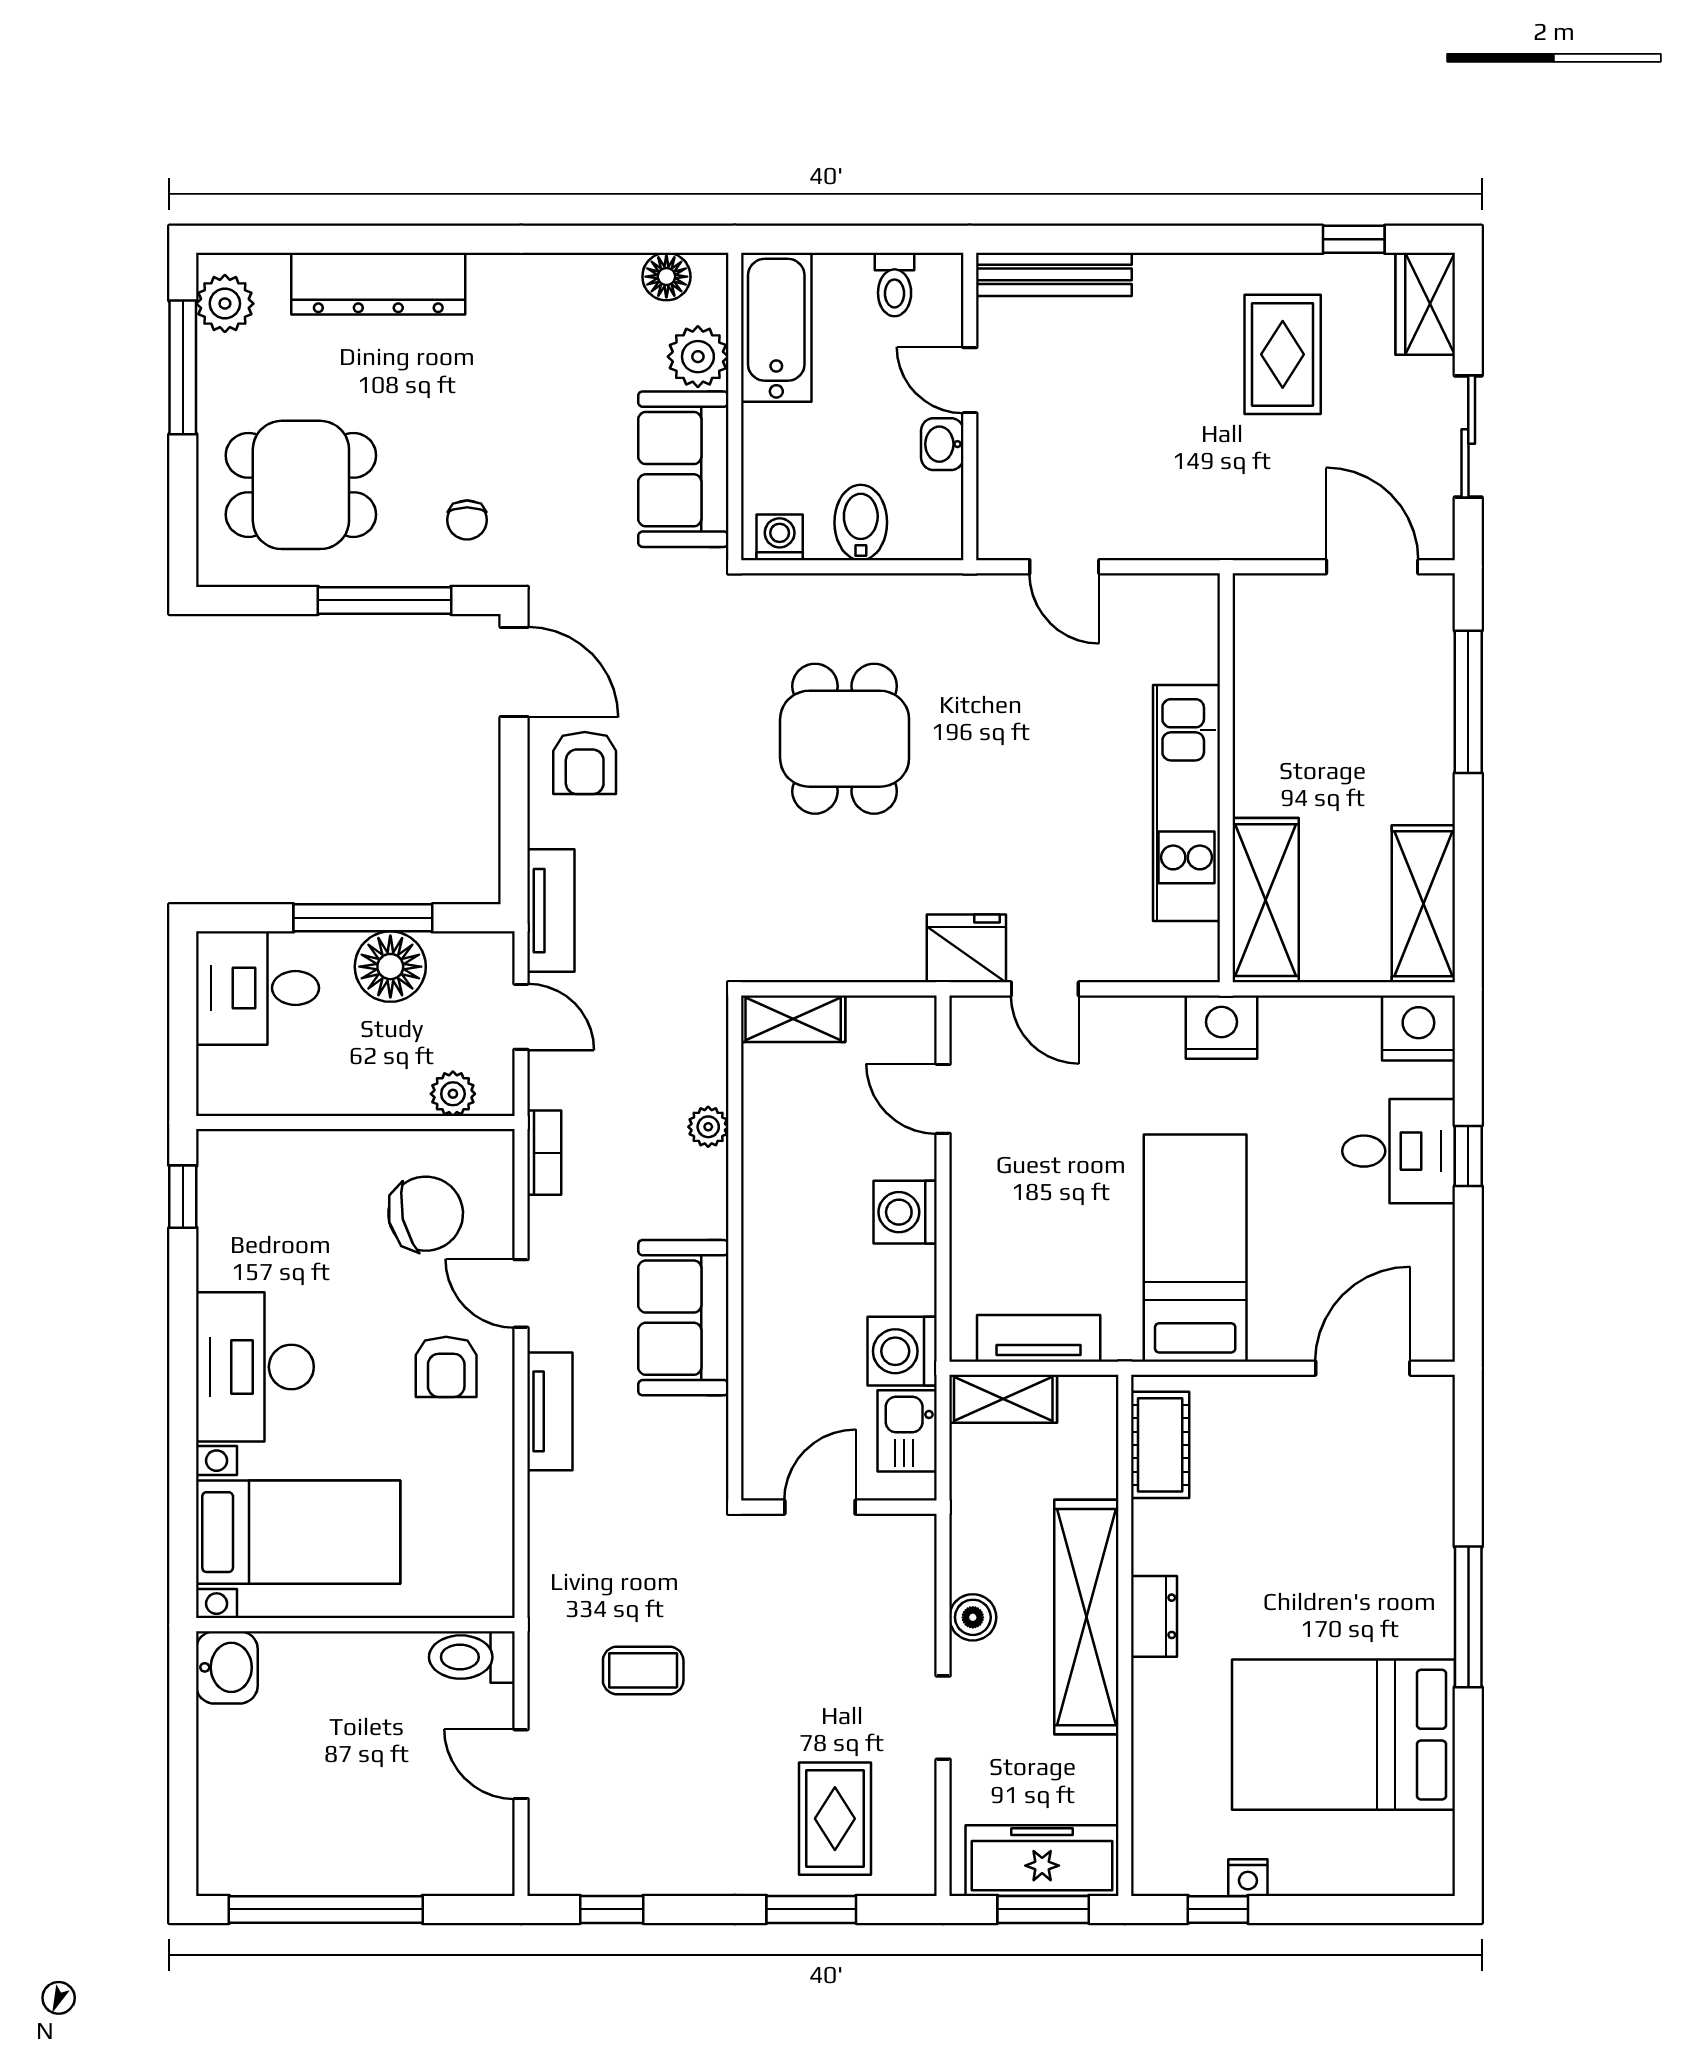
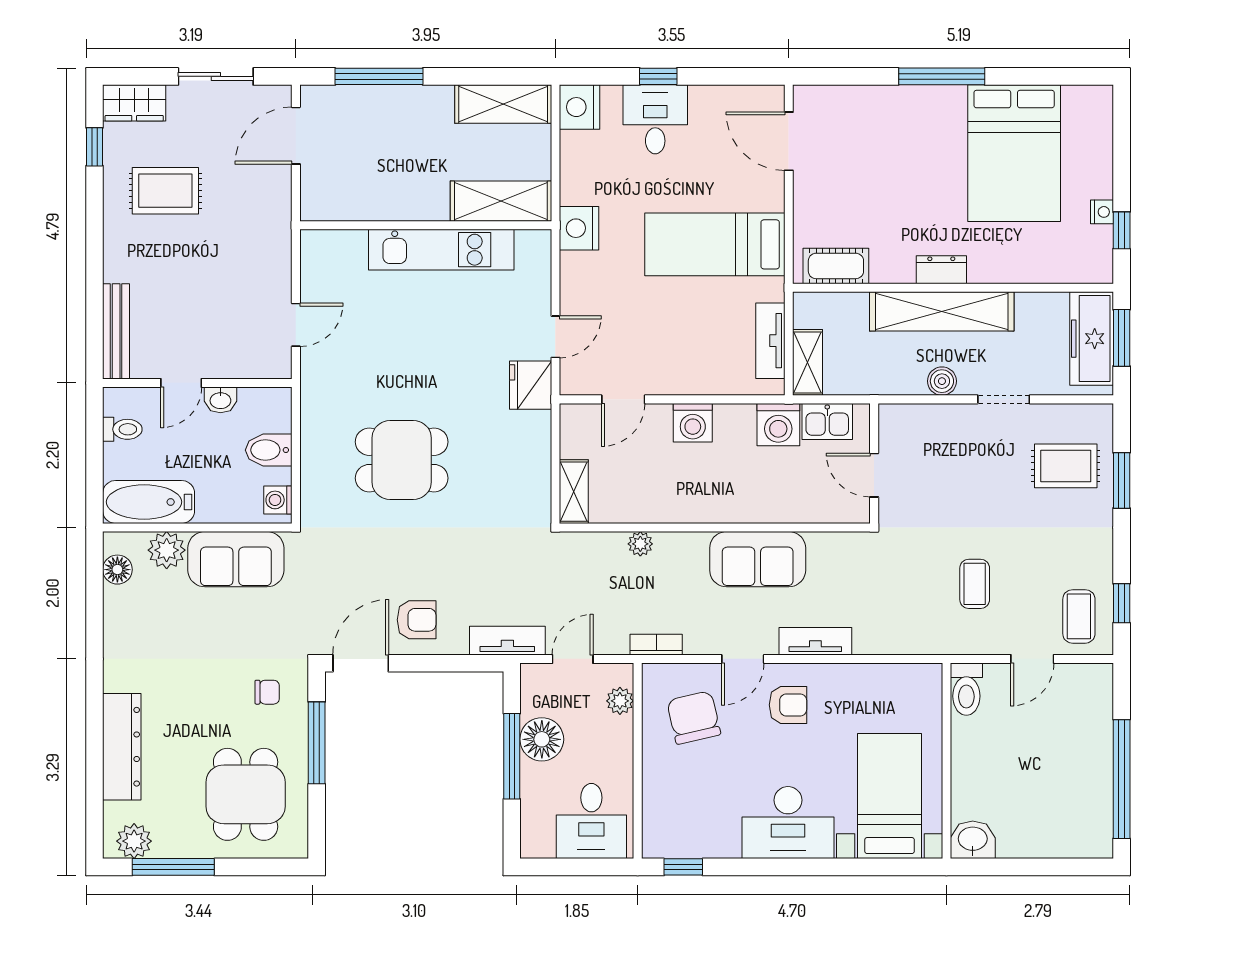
desk: (257, 988) -> (591, 821), moved
coffee table: (590, 1840) -> (1079, 616), added

